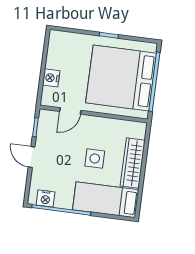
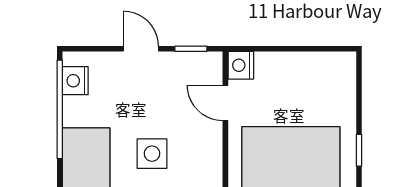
nightstand: (51, 78) -> (241, 65), moved, turned -90
door: (32, 157) -> (141, 49), hinge flipped

